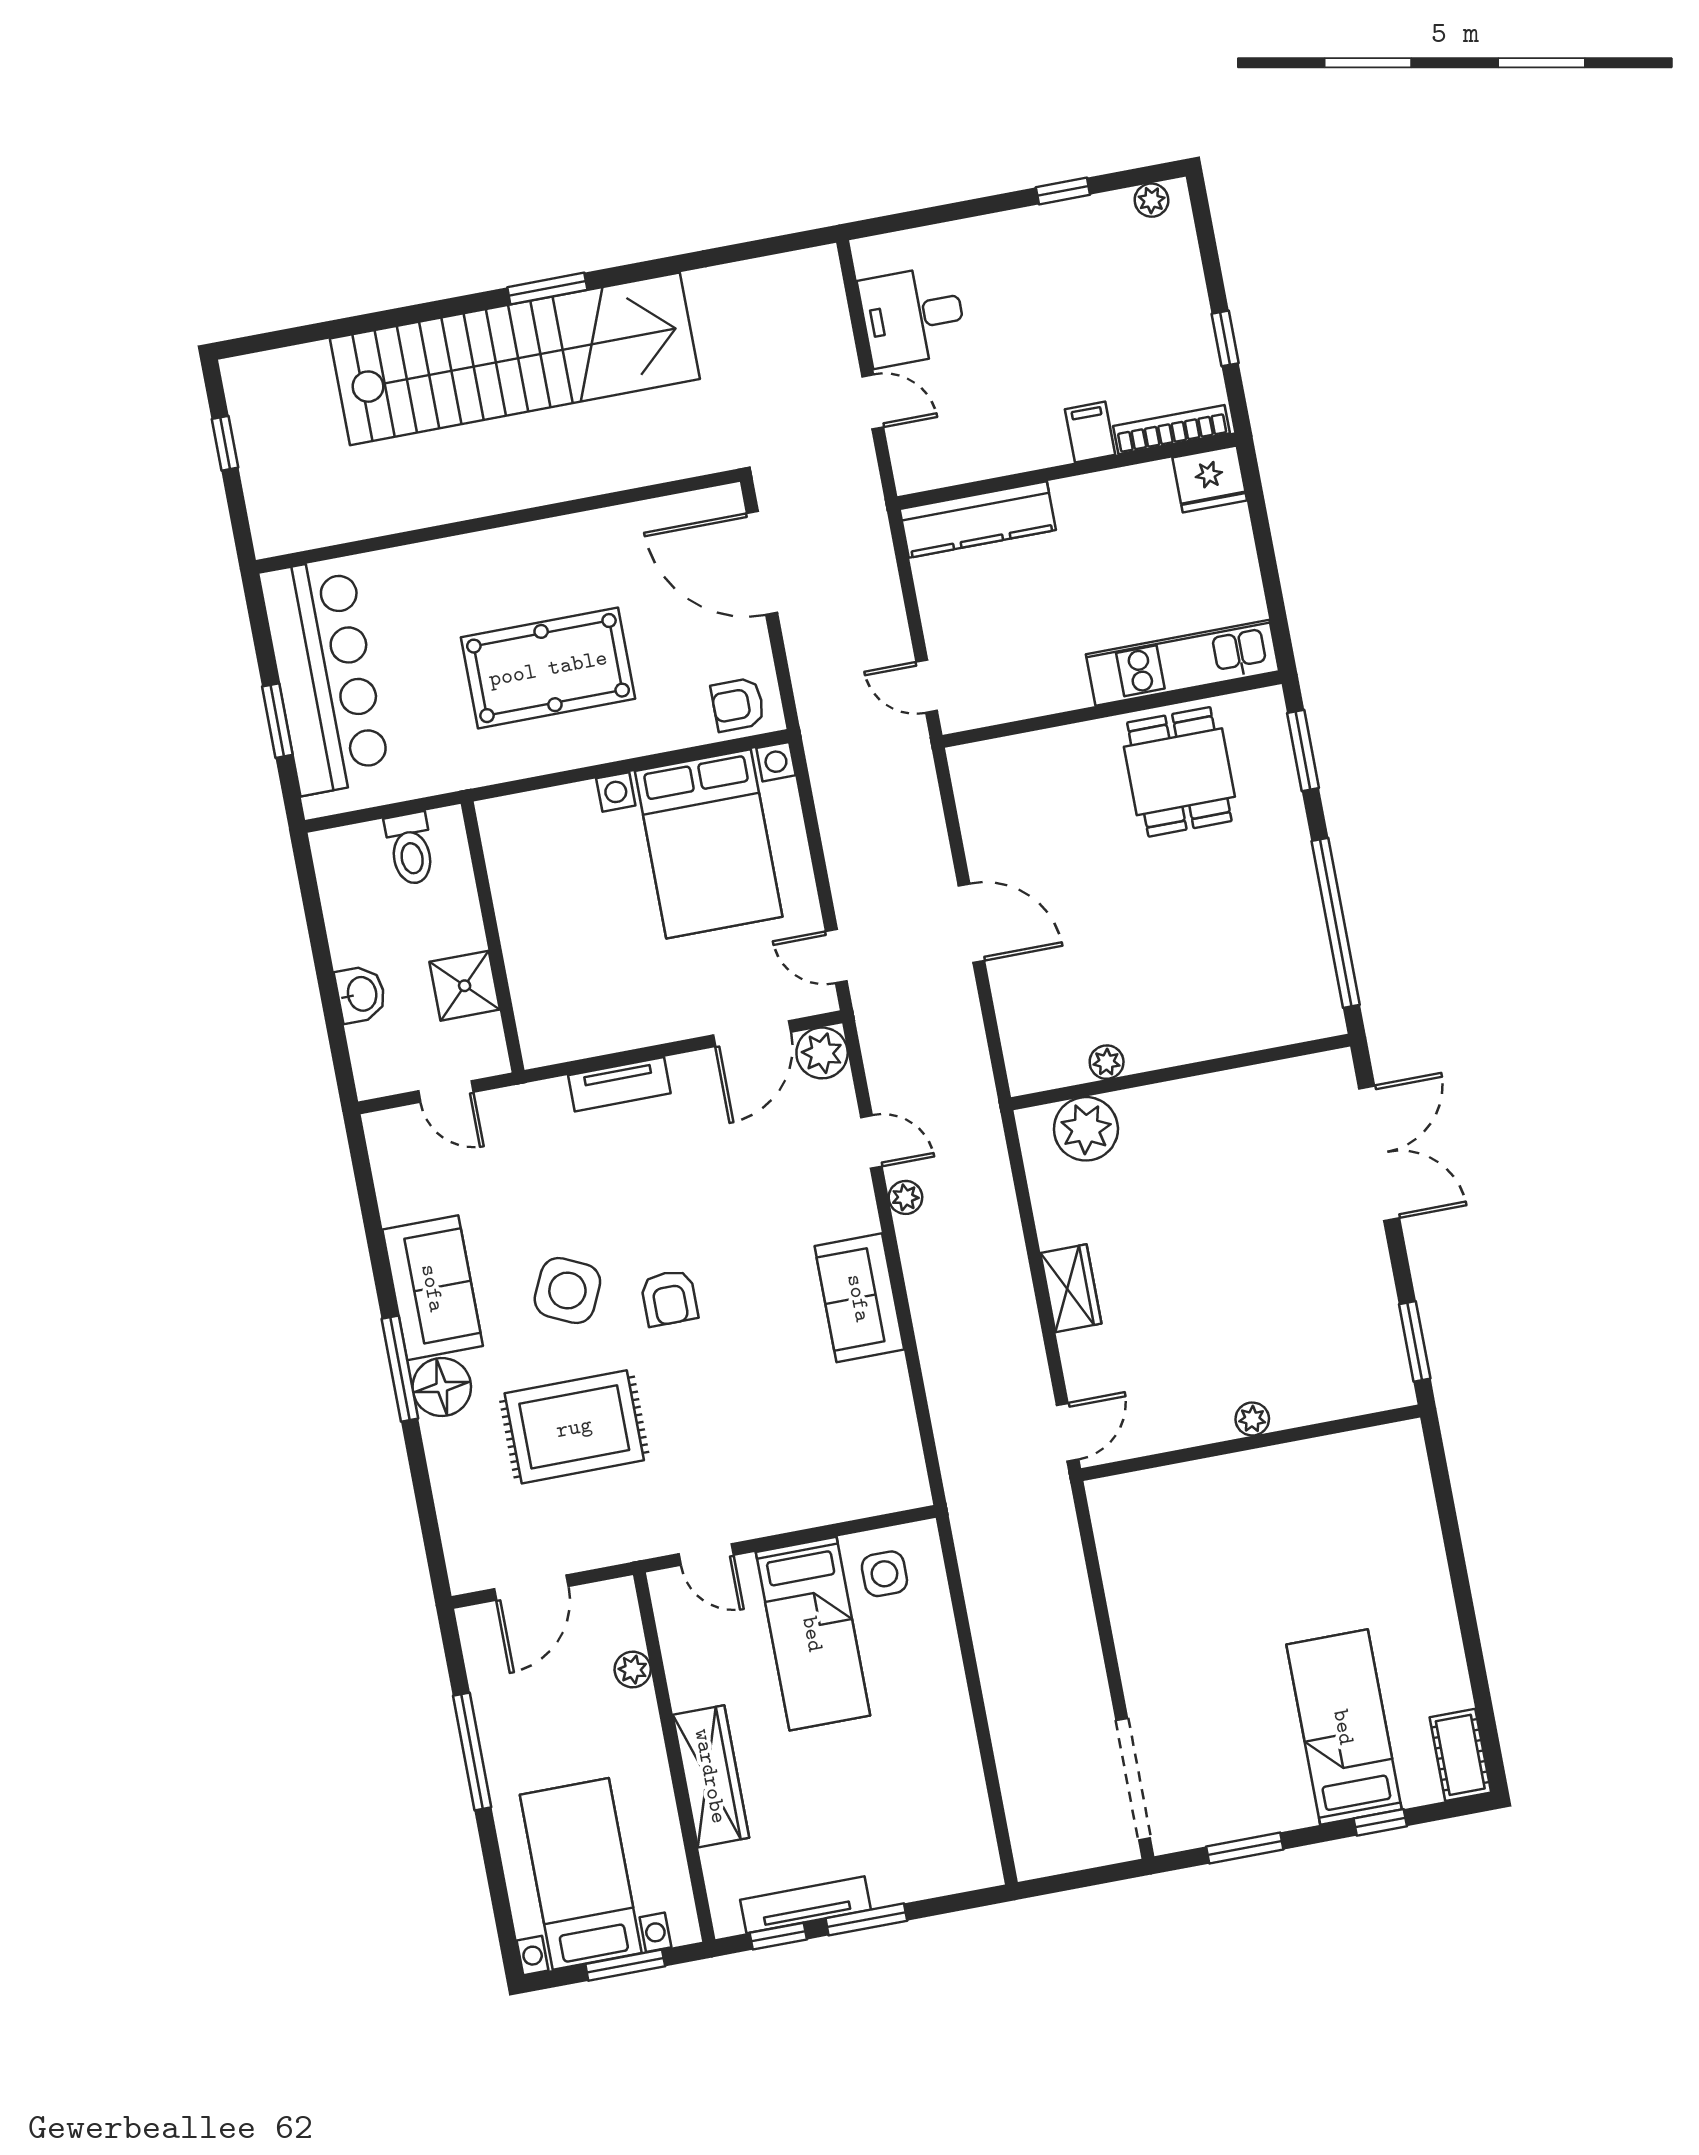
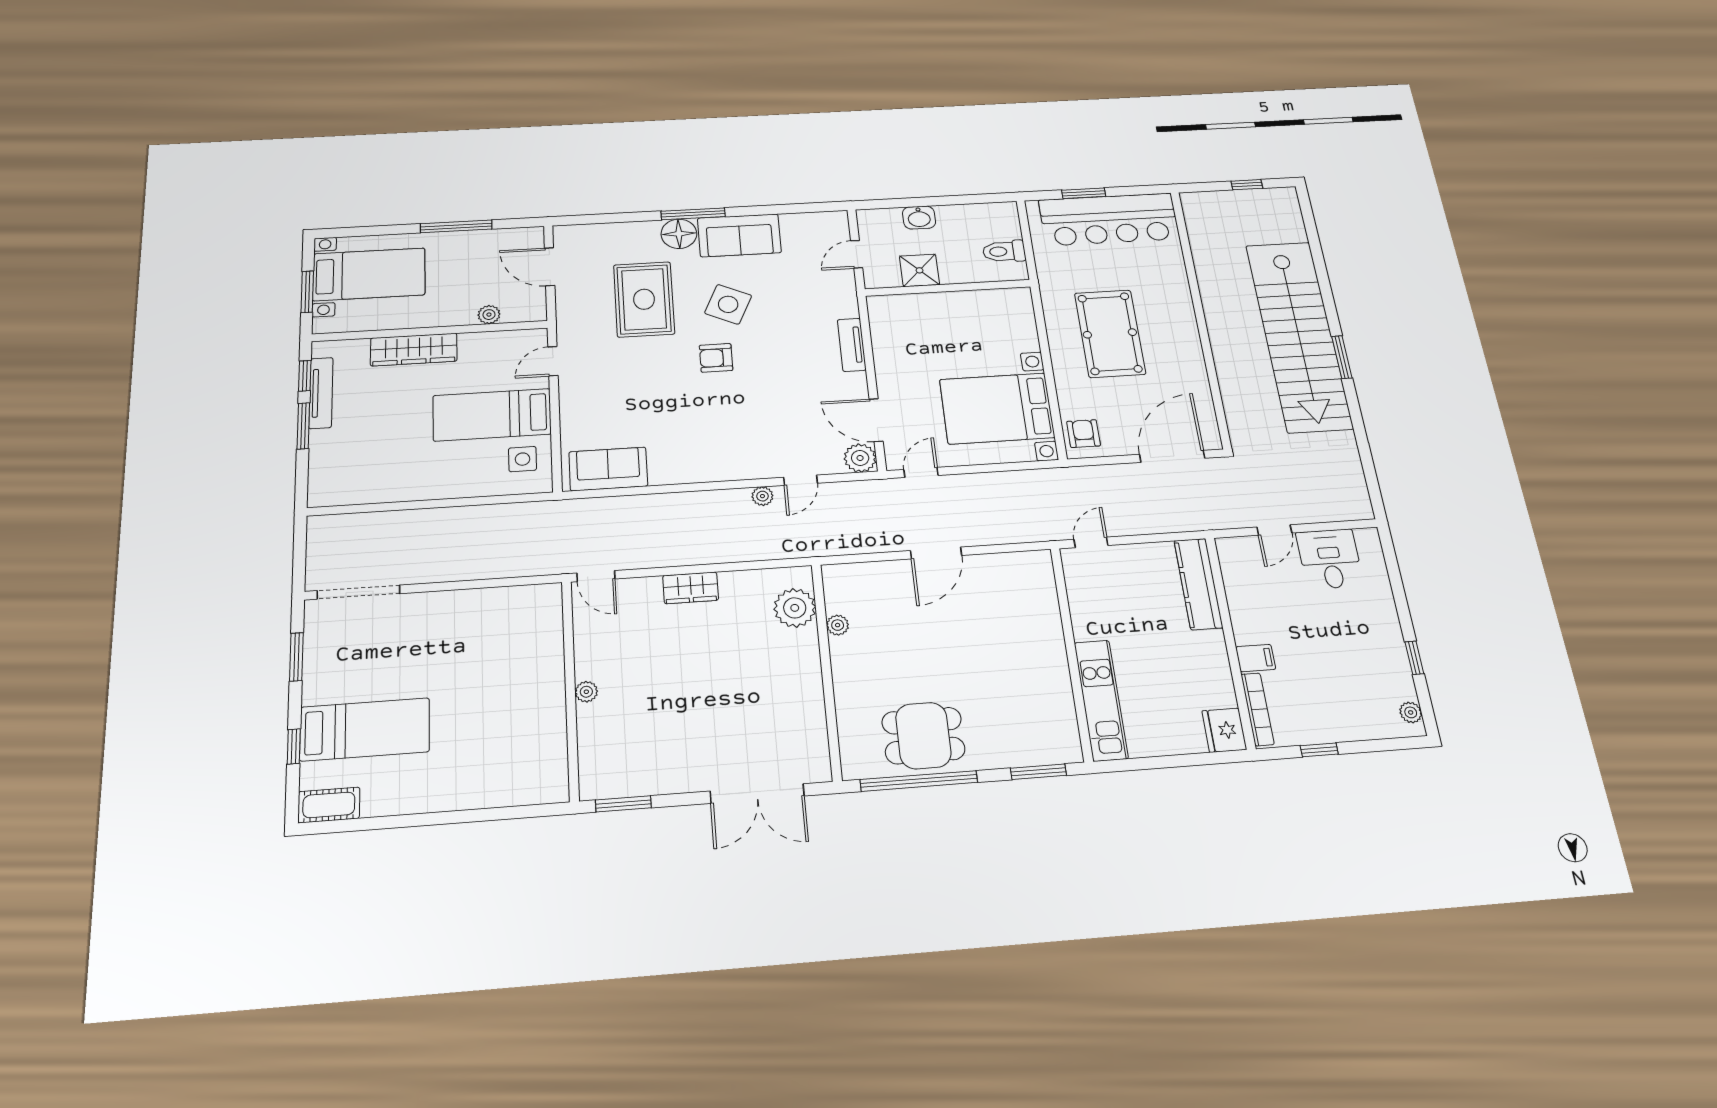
dining table: (1179, 772) -> (923, 736), moved
sofa: (859, 1298) -> (608, 469), moved

